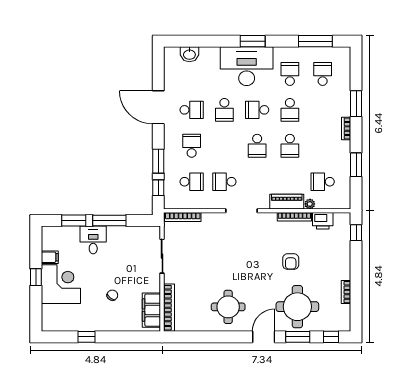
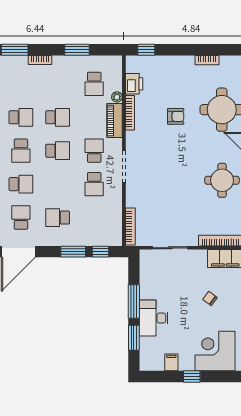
school desk: (192, 182) -> (94, 151), moved
desk: (93, 240) -> (154, 318), width x1.37
corner desk: (61, 284) -> (215, 351), moved

